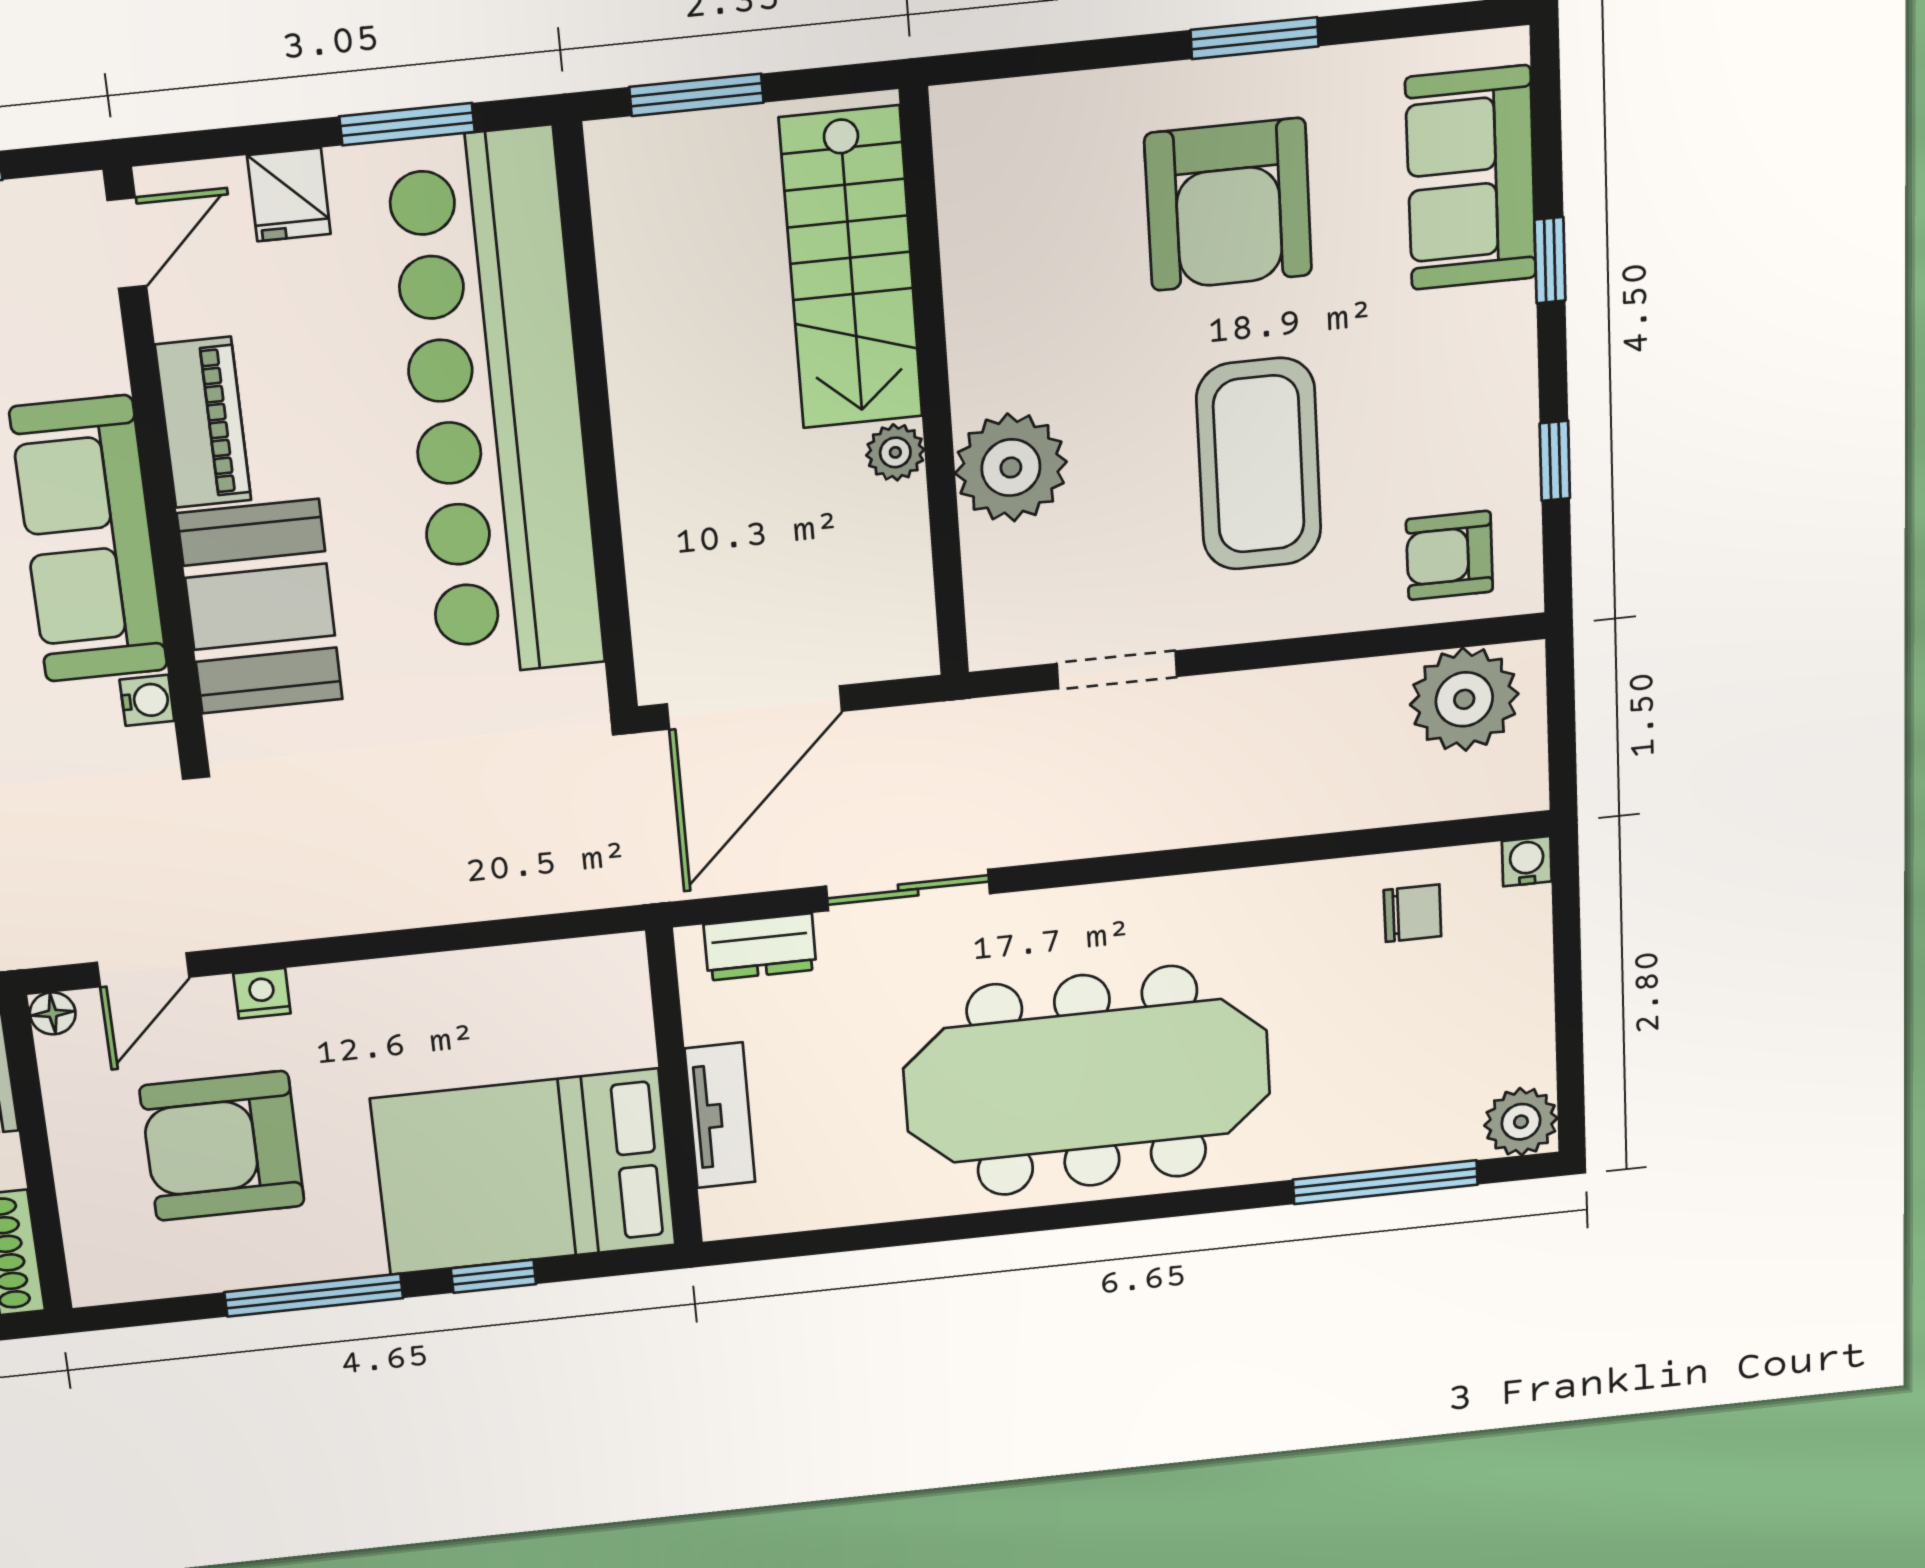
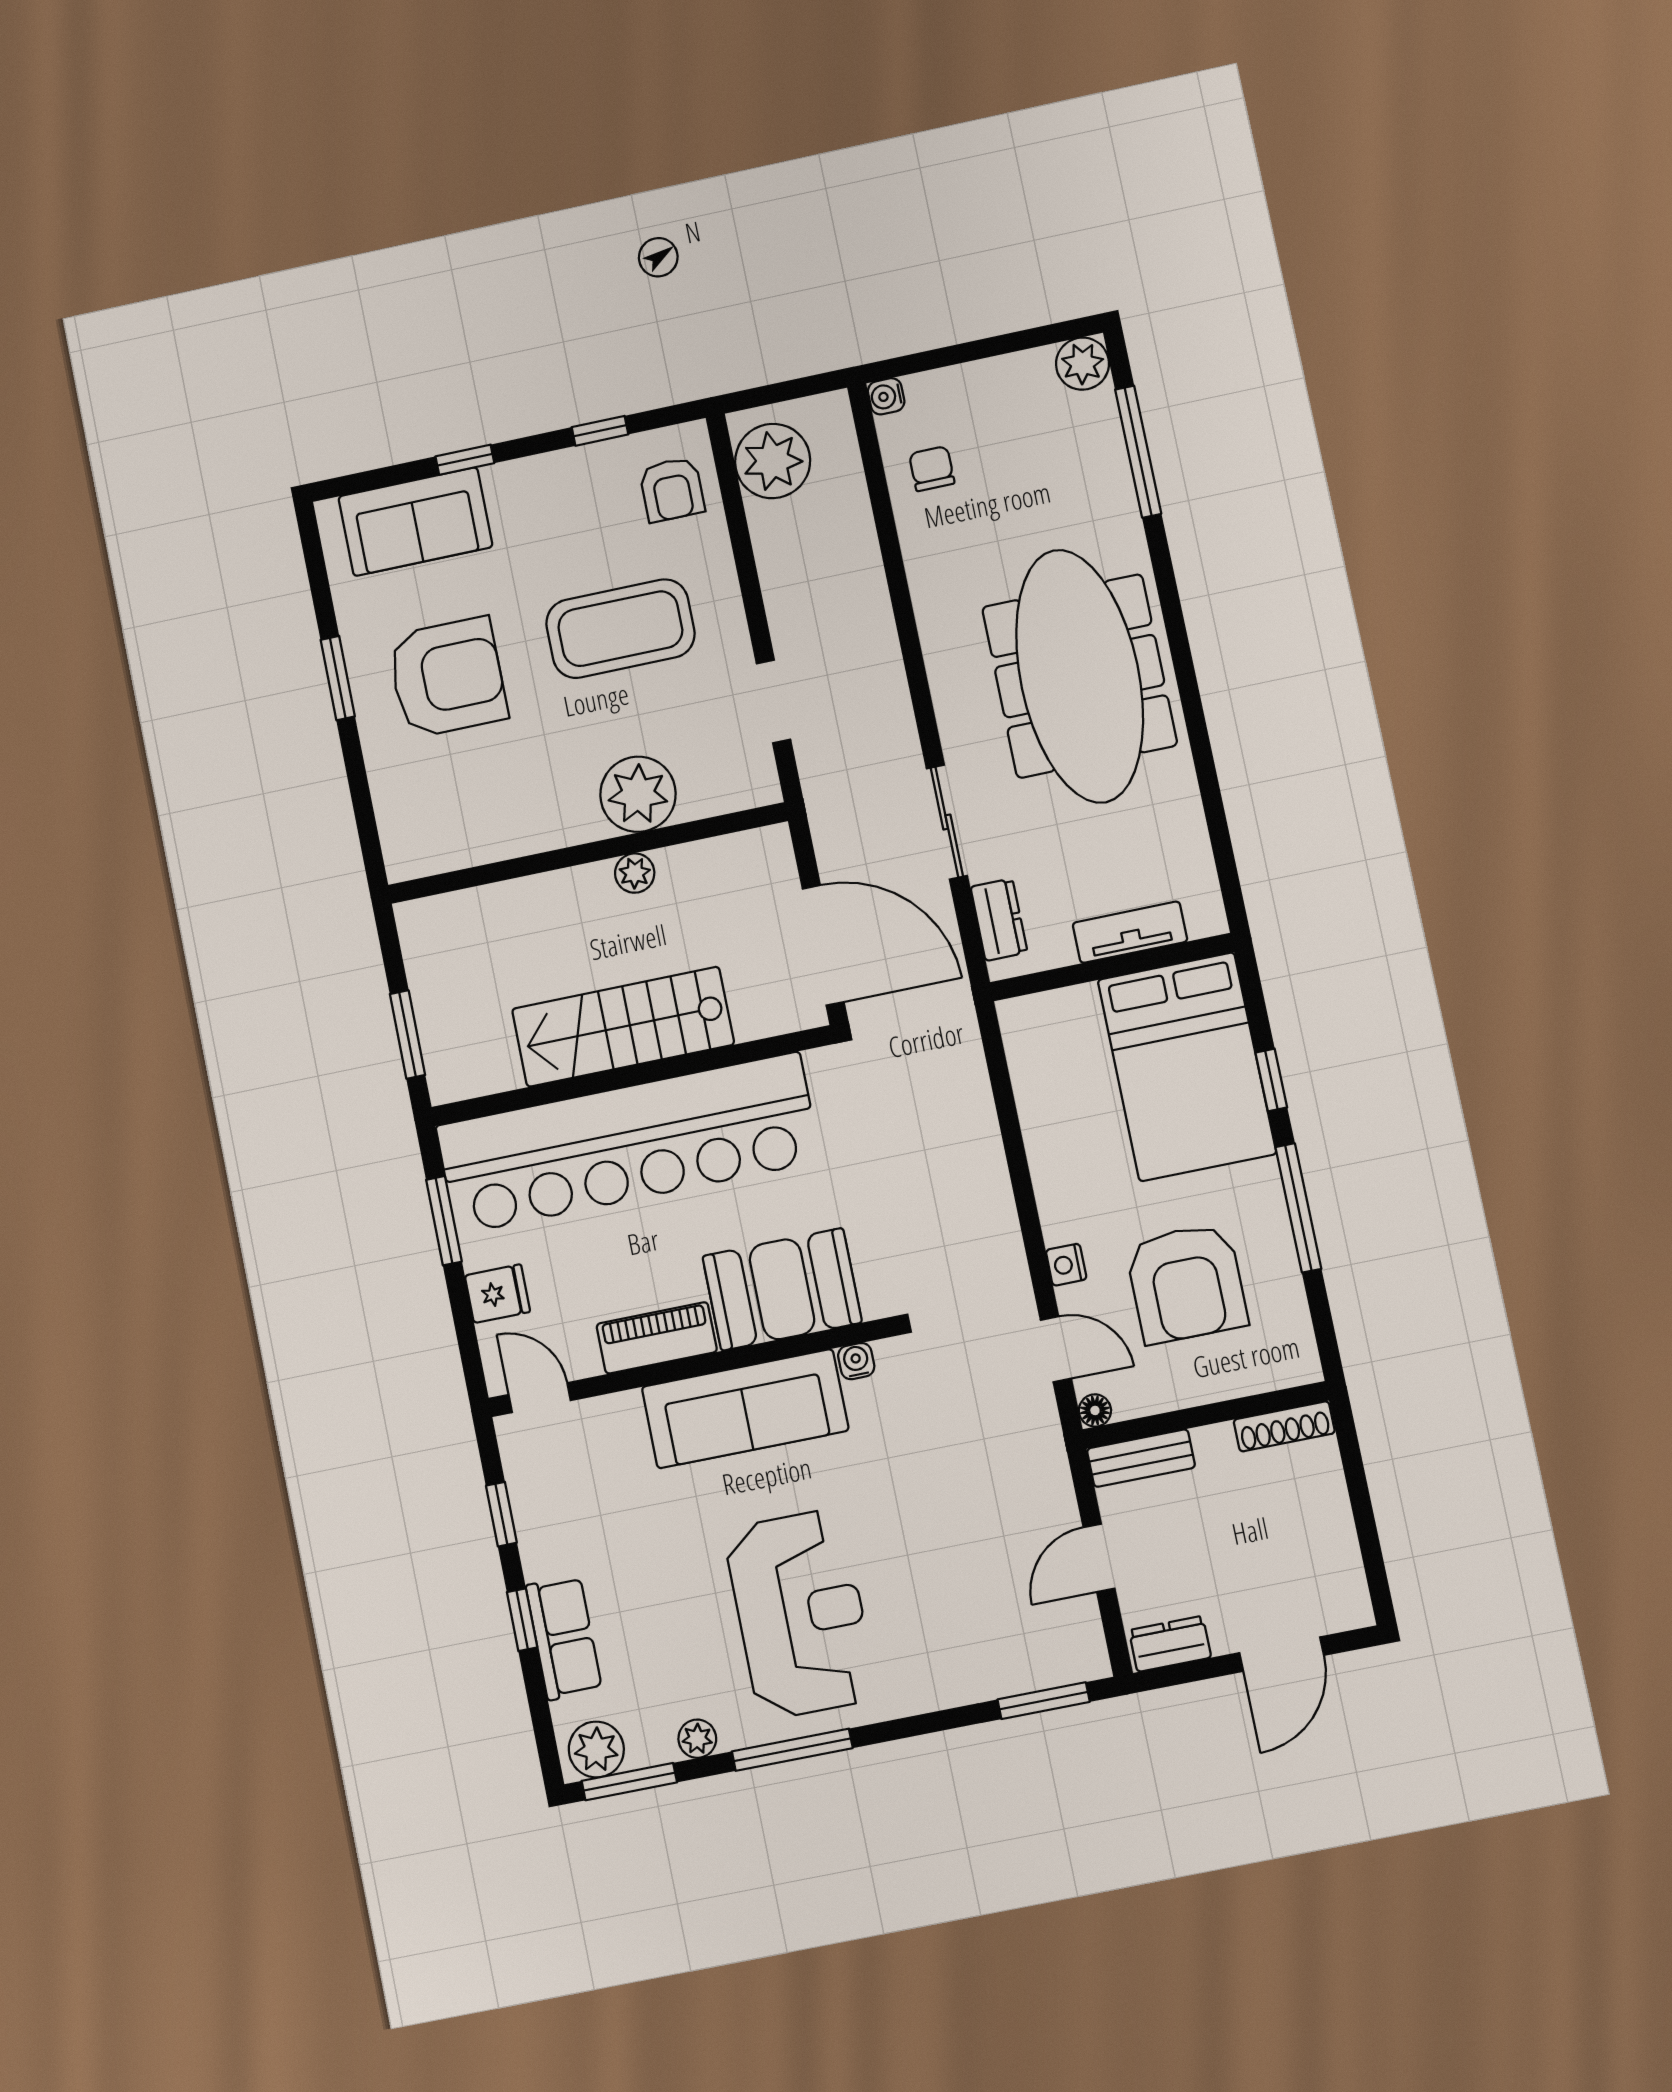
stairs: (851, 268) -> (623, 1027), moved, turned 180

